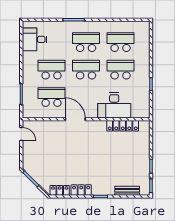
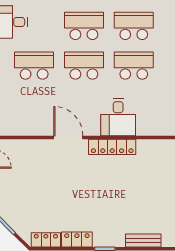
school desk: (52, 97) -> (34, 105), removed
desk: (114, 105) -> (118, 117), width x0.73
locker: (123, 126) -> (112, 147), moved

